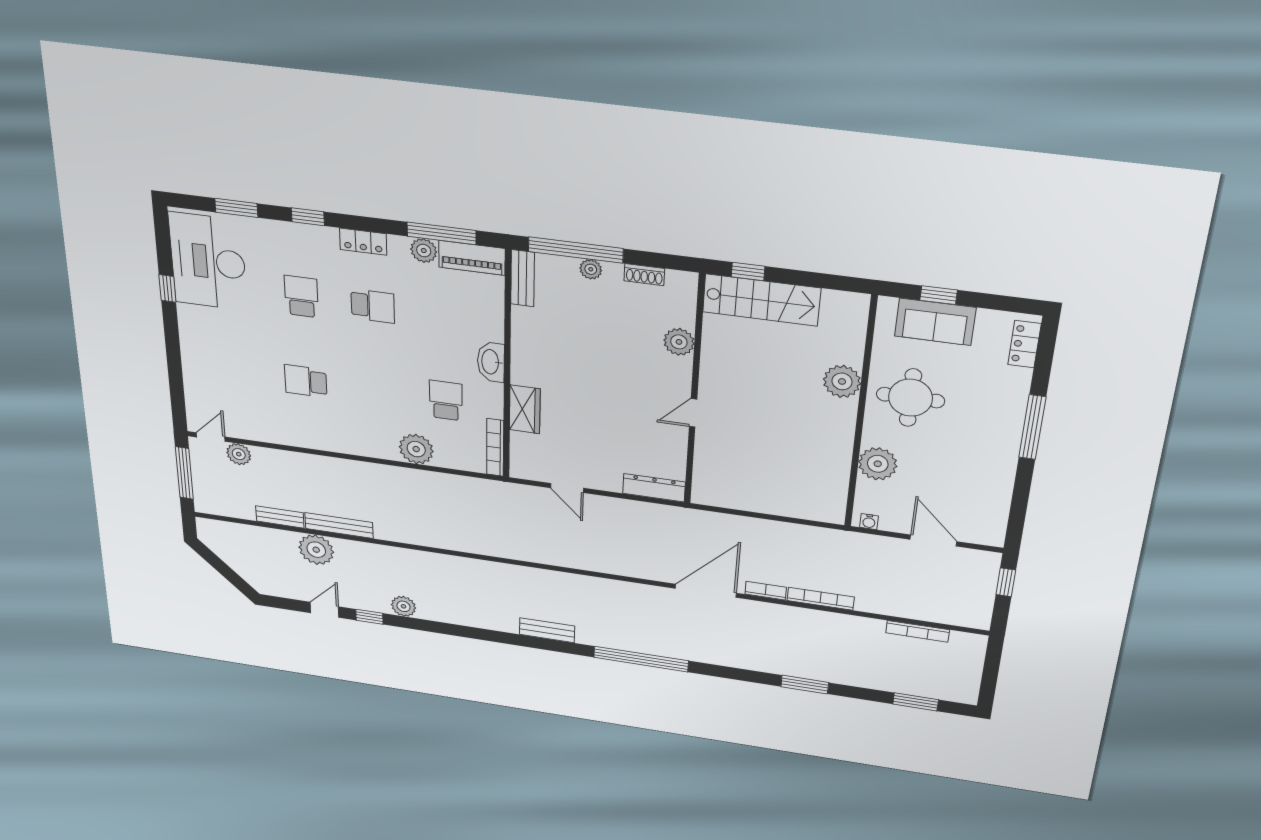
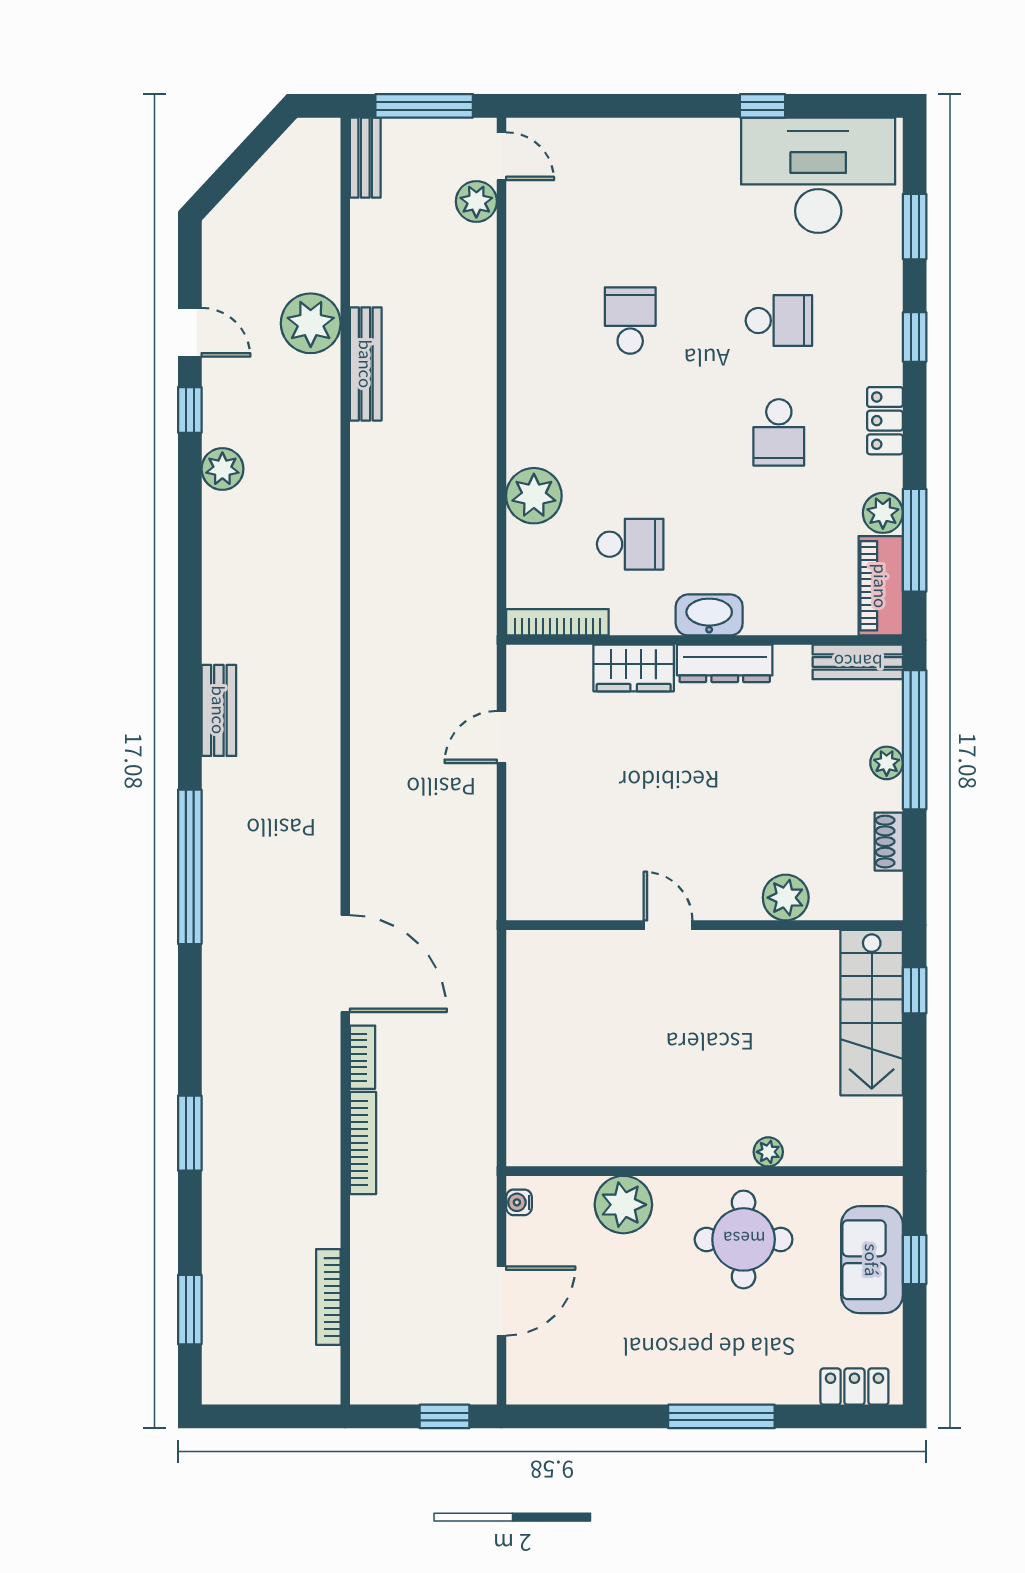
plant: (842, 381) -> (768, 1152), width x0.53, depth x0.53
dresser: (654, 488) -> (725, 663), moved, turned 90
bench: (280, 517) -> (365, 158), moved

